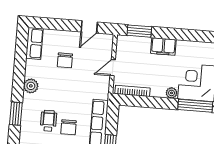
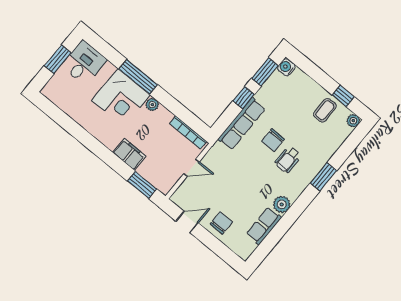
row of seats: (34, 43) -> (264, 226), moved
chair: (65, 60) -> (221, 223), moved
window: (16, 114) -> (323, 177), moved
chair: (68, 127) -> (273, 140), turned 180

